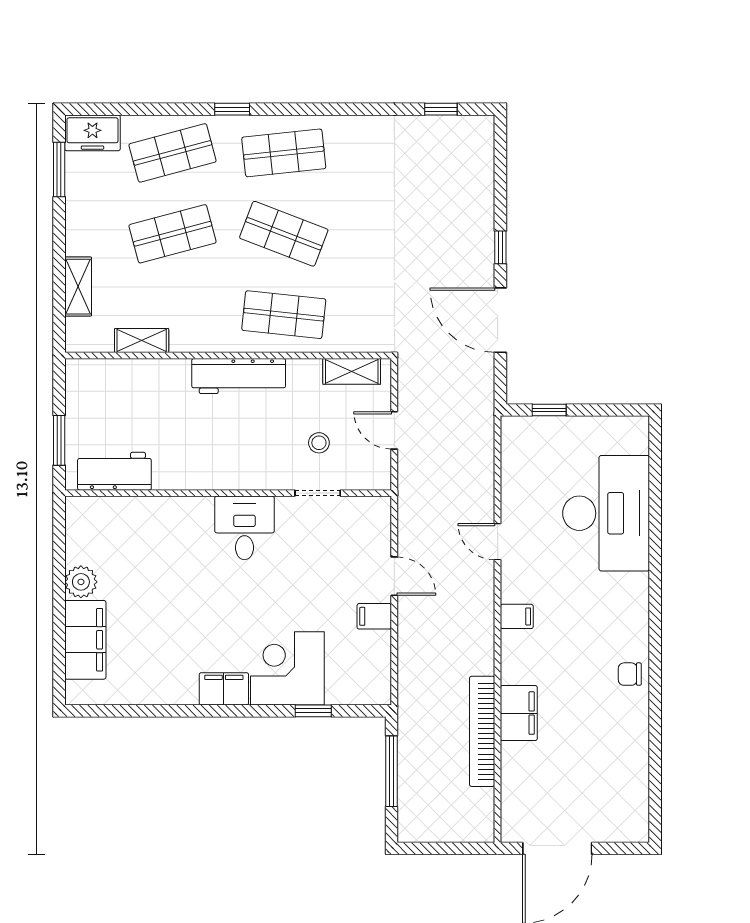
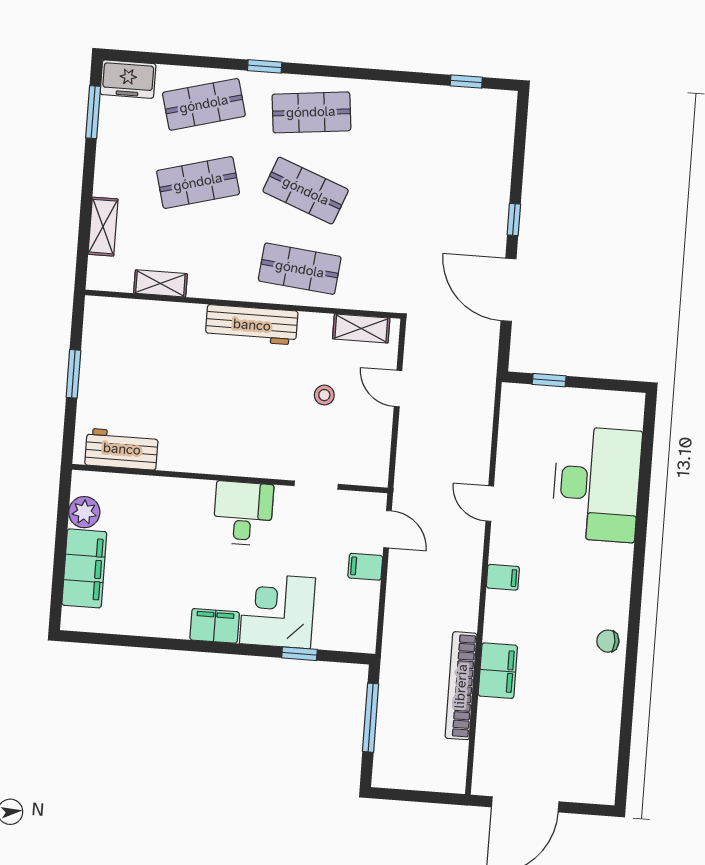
workbench: (114, 471) -> (122, 449), moved
wall: (228, 493) -> (230, 479), moved
doorway: (318, 493) -> (316, 485), moved
desk: (244, 528) -> (243, 513), moved

